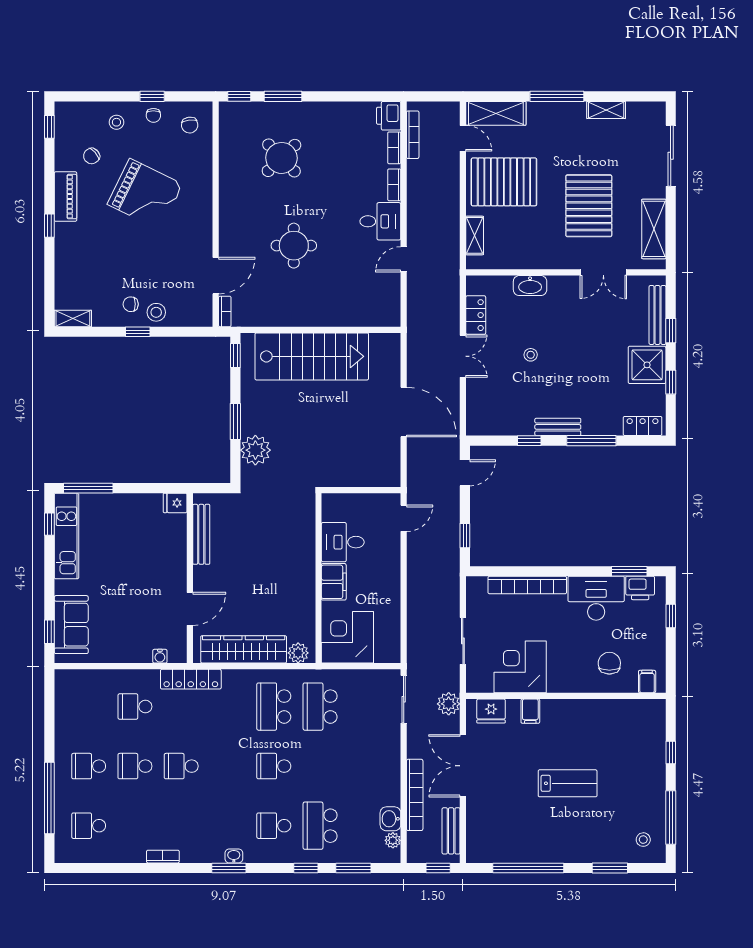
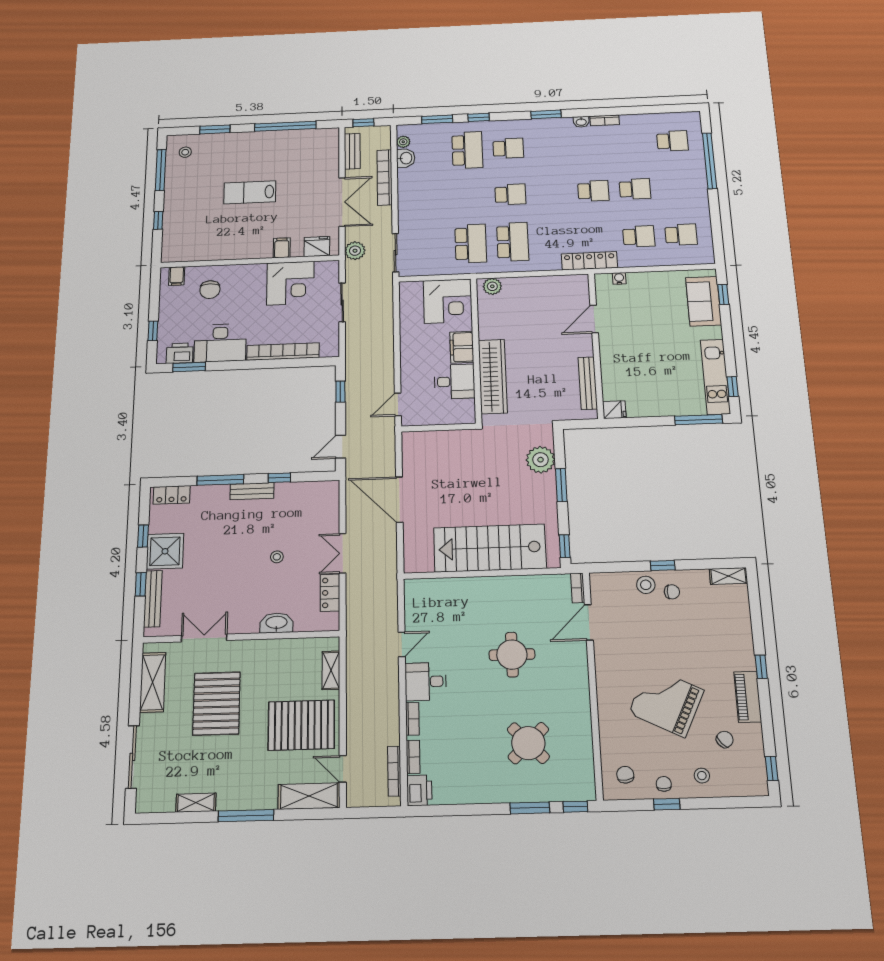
wardrobe: (244, 649) -> (493, 376), moved, turned -90
school desk: (89, 766) -> (681, 235), moved
washbasin: (234, 856) -> (581, 122), moved

